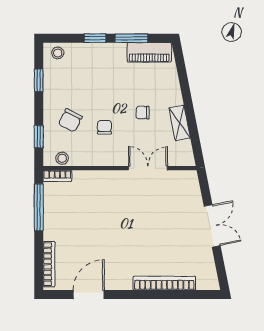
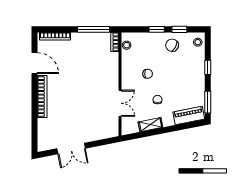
window: (131, 38) -> (208, 102), moved
piano: (149, 52) -> (189, 116), moved, turned 79
chair: (70, 120) -> (172, 45), moved
window: (39, 137) -> (157, 29), moved
double door: (212, 226) -> (71, 149), moved
bookcase: (164, 283) -> (42, 97), moved

